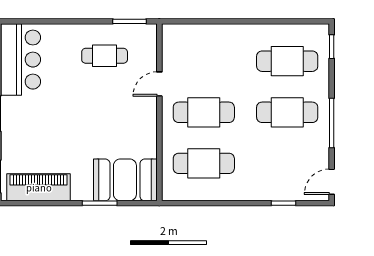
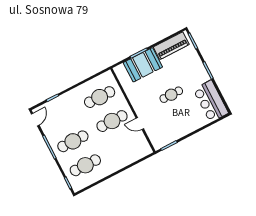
cafe table: (105, 56) -> (171, 95), moved
door: (159, 84) -> (140, 123), swing flipped
booth: (125, 180) -> (143, 65), moved

